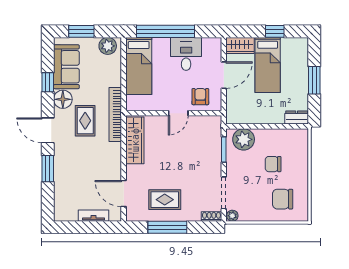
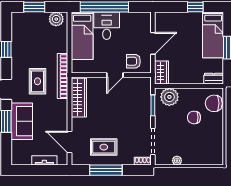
wardrobe: (240, 45) -> (162, 73), moved, turned -90
desk: (186, 54) -> (107, 26), moved
bed: (268, 65) -> (213, 35), moved
sofa: (66, 67) -> (22, 121), moved
armchair: (200, 97) -> (133, 61), turned -90
floor lamp: (63, 99) -> (19, 63), removed
chair: (283, 199) -> (214, 103), moved
plant: (232, 216) -> (177, 161), moved

